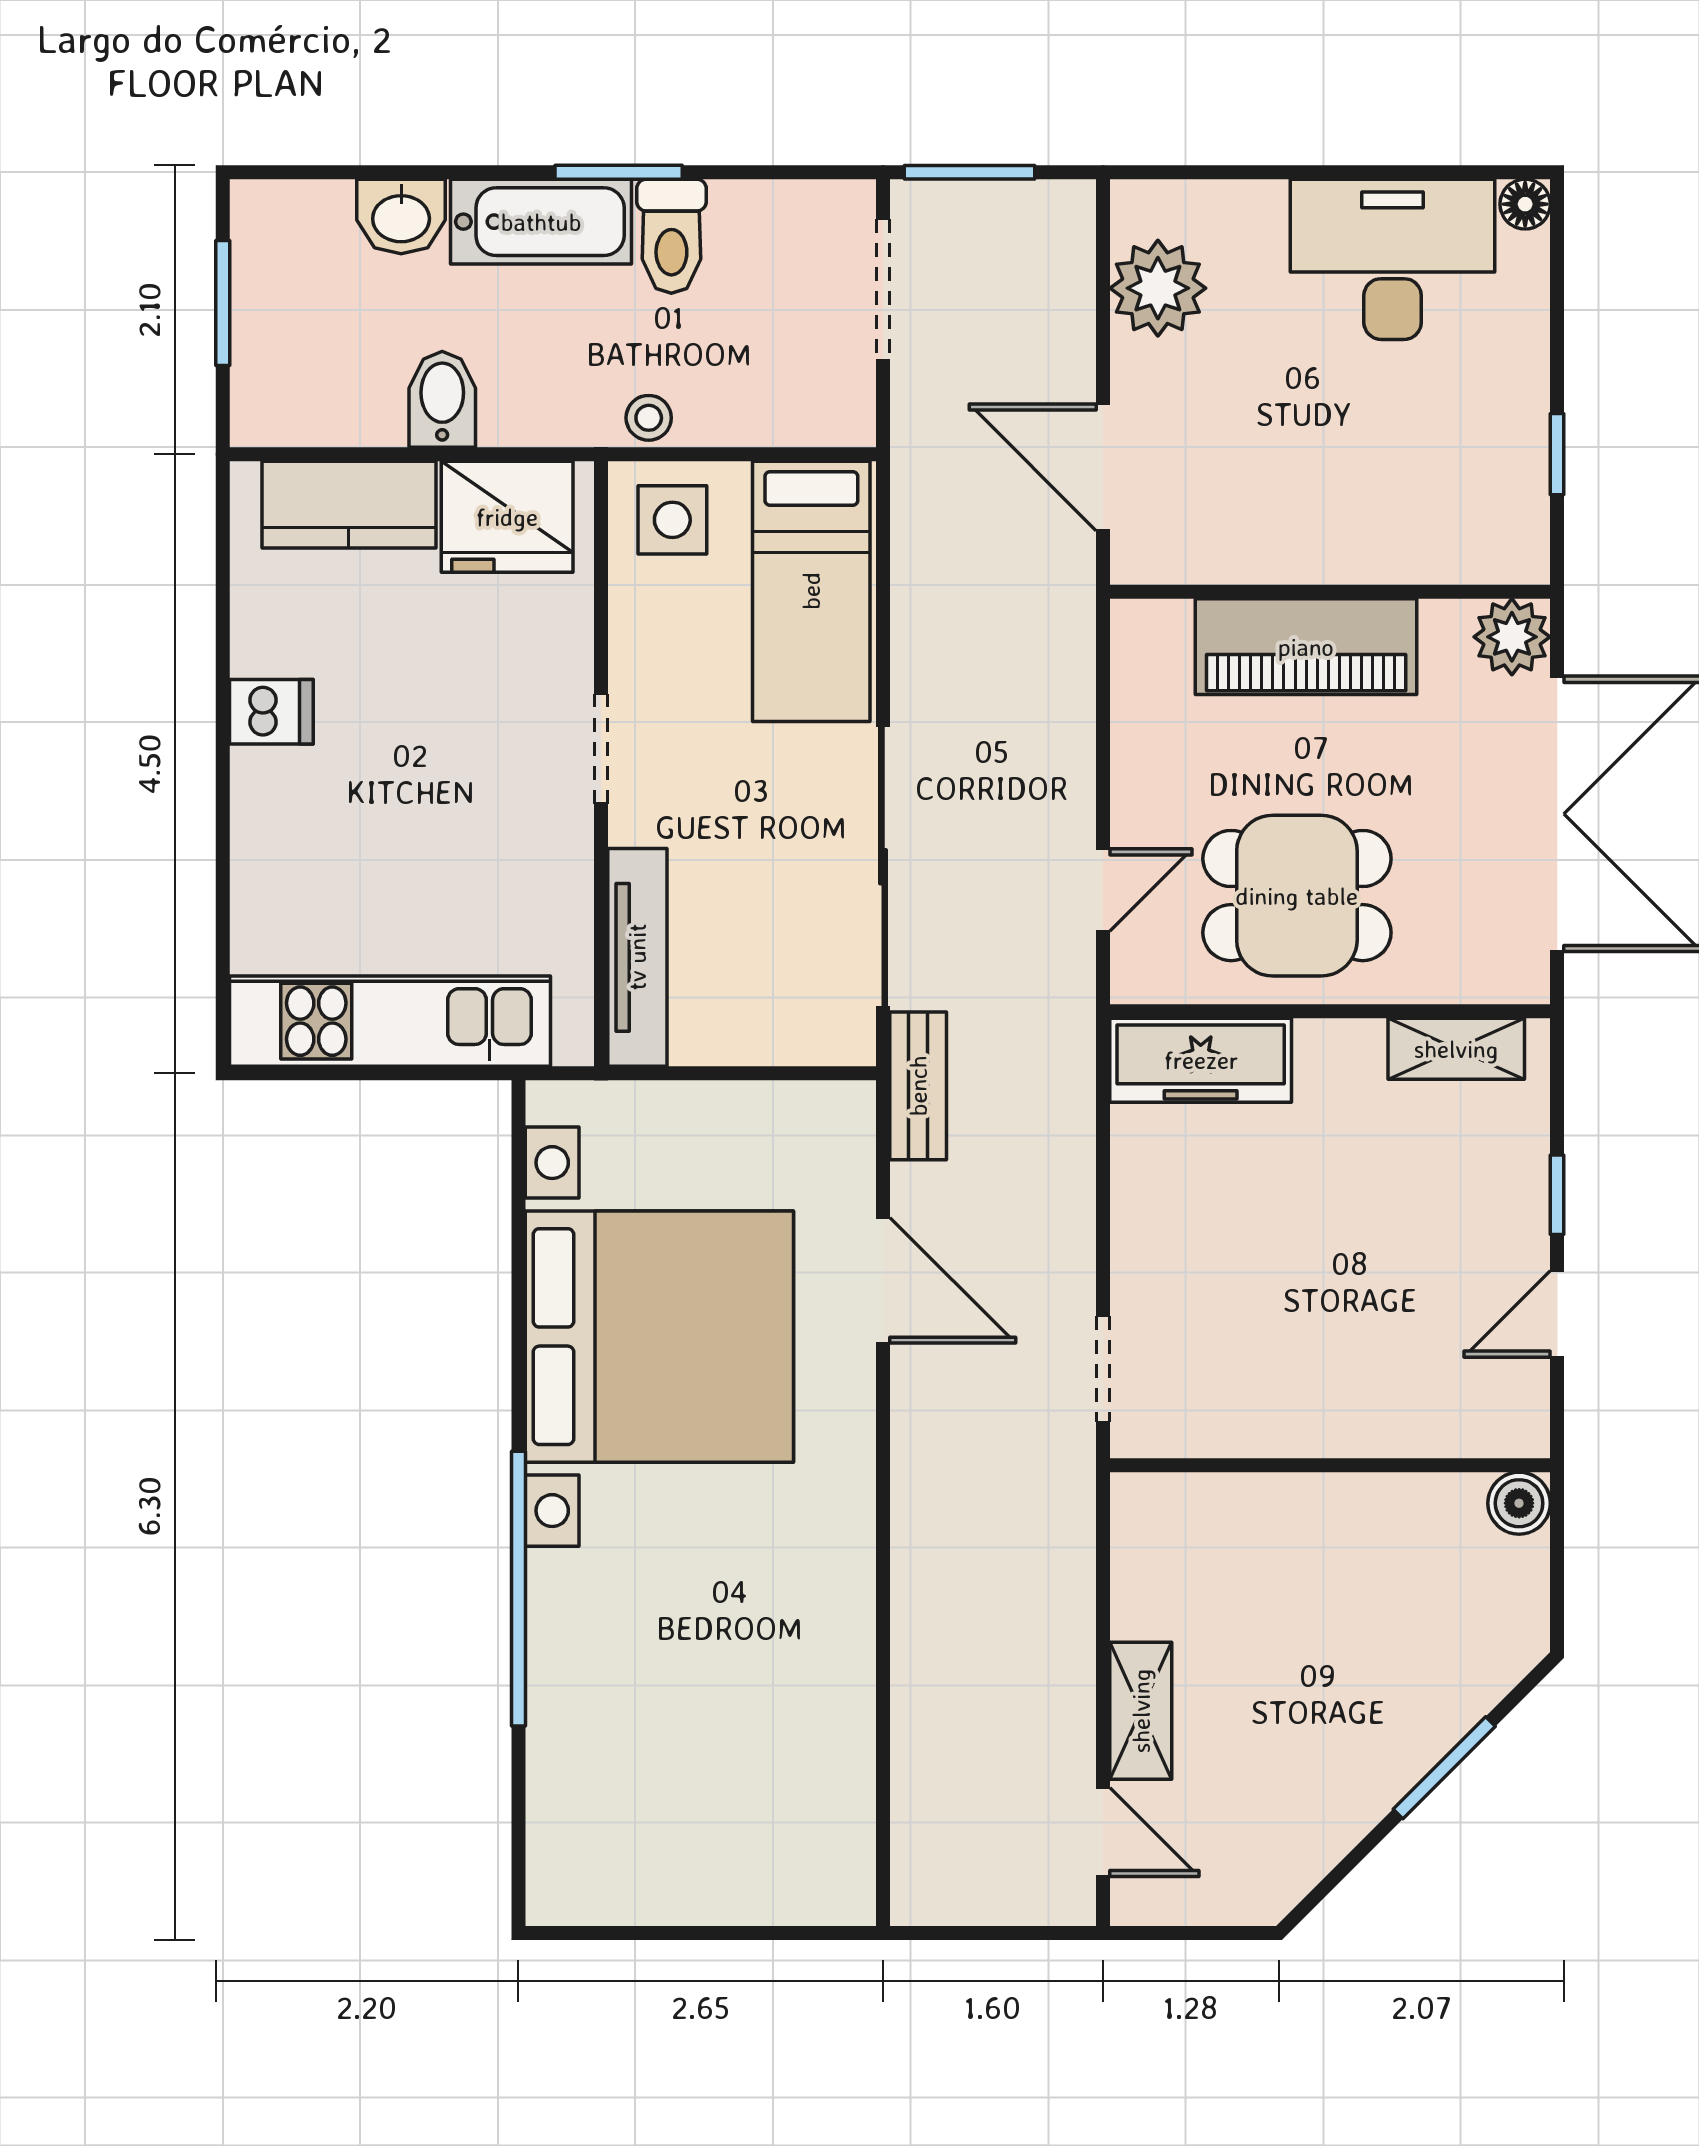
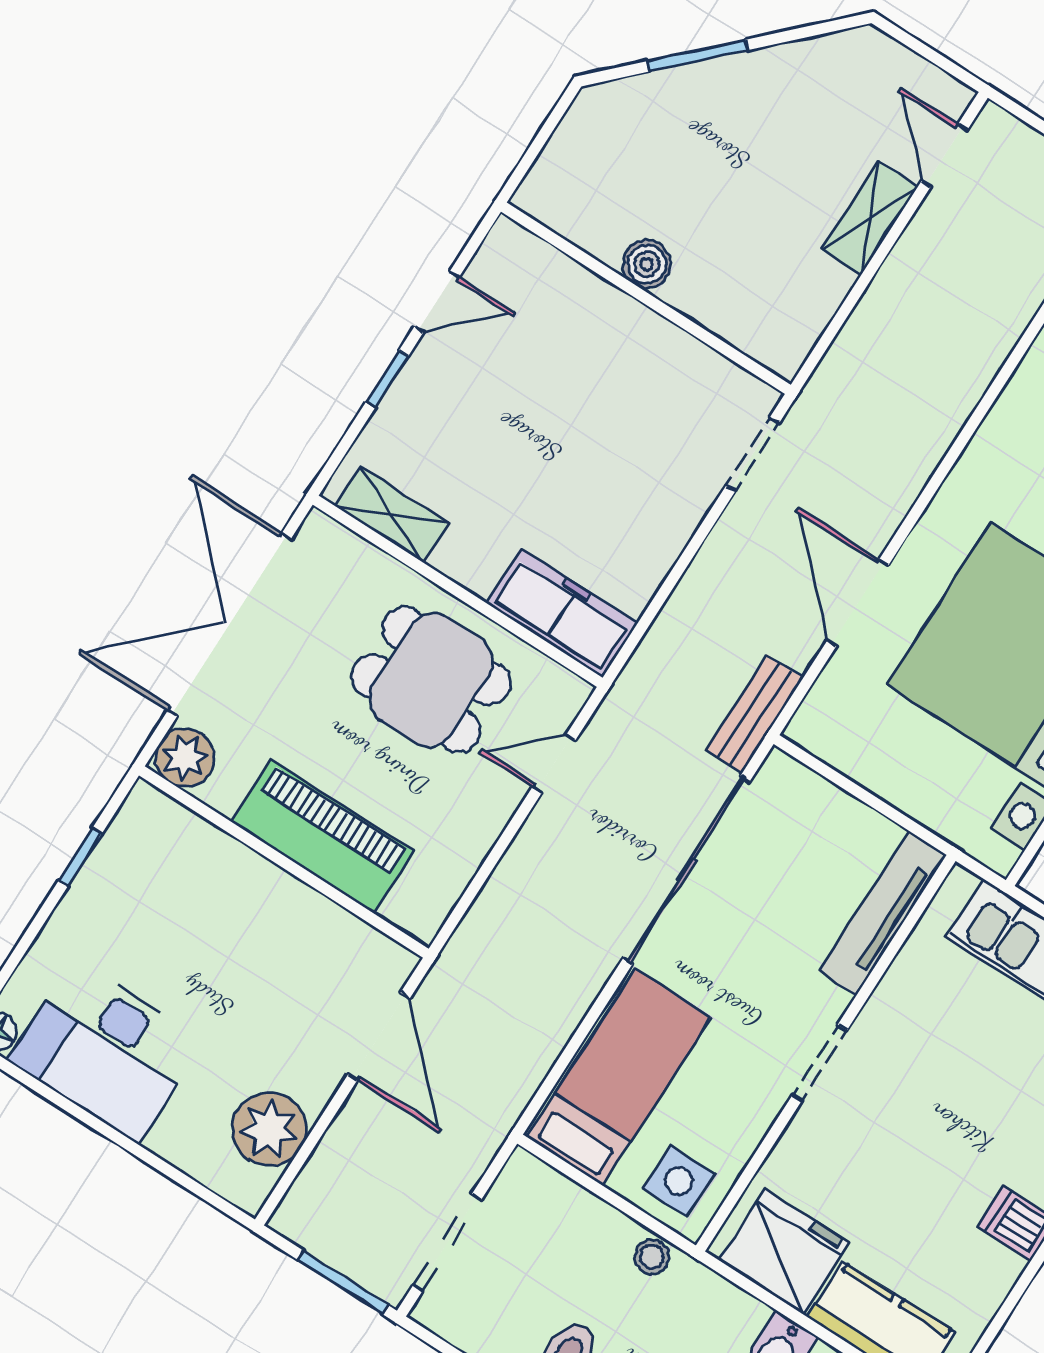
boiler: (1519, 1503) -> (647, 264), moved

